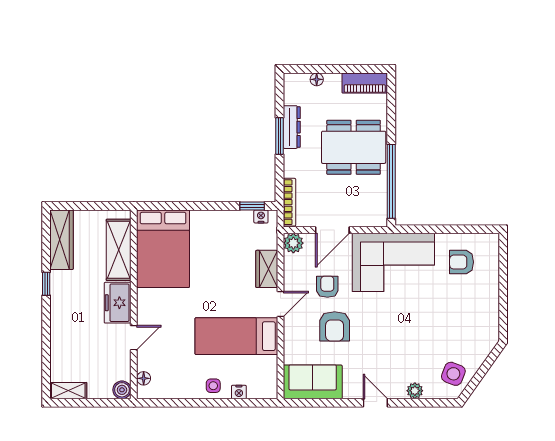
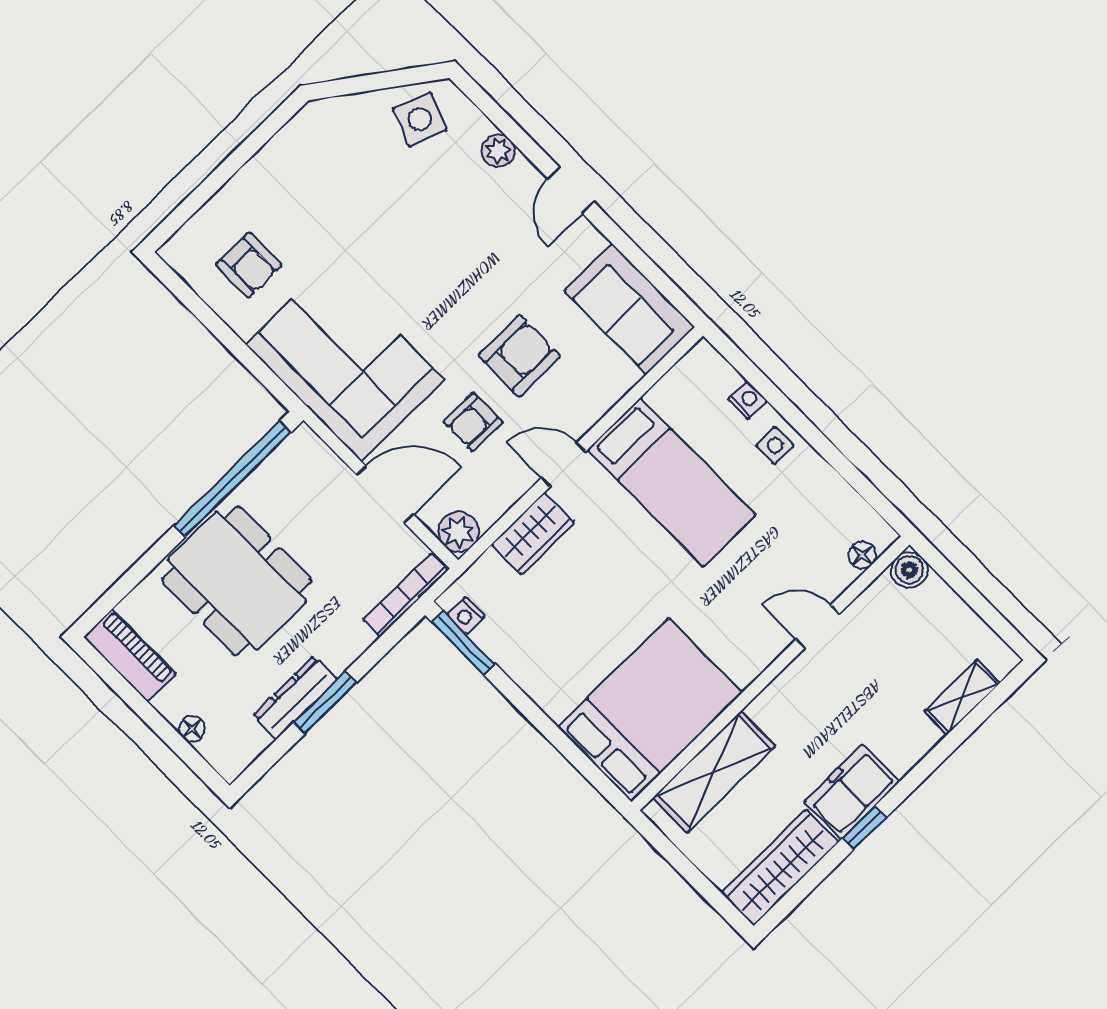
window: (252, 206) -> (464, 643), width x1.50
freezer: (118, 303) -> (852, 792), moved, turned 180
shelving: (68, 391) -> (962, 697), moved, turned 90

